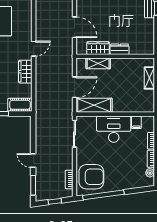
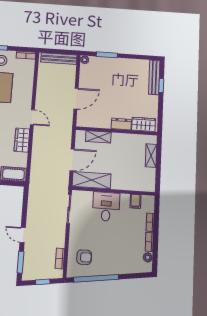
door: (74, 27) -> (76, 99), hinge flipped
wardrobe: (98, 48) -> (144, 124), moved
door: (34, 49) -> (32, 117), hinge flipped
desk: (114, 129) -> (106, 207), width x0.73
armchair: (91, 177) -> (84, 257), width x0.53, depth x0.53

